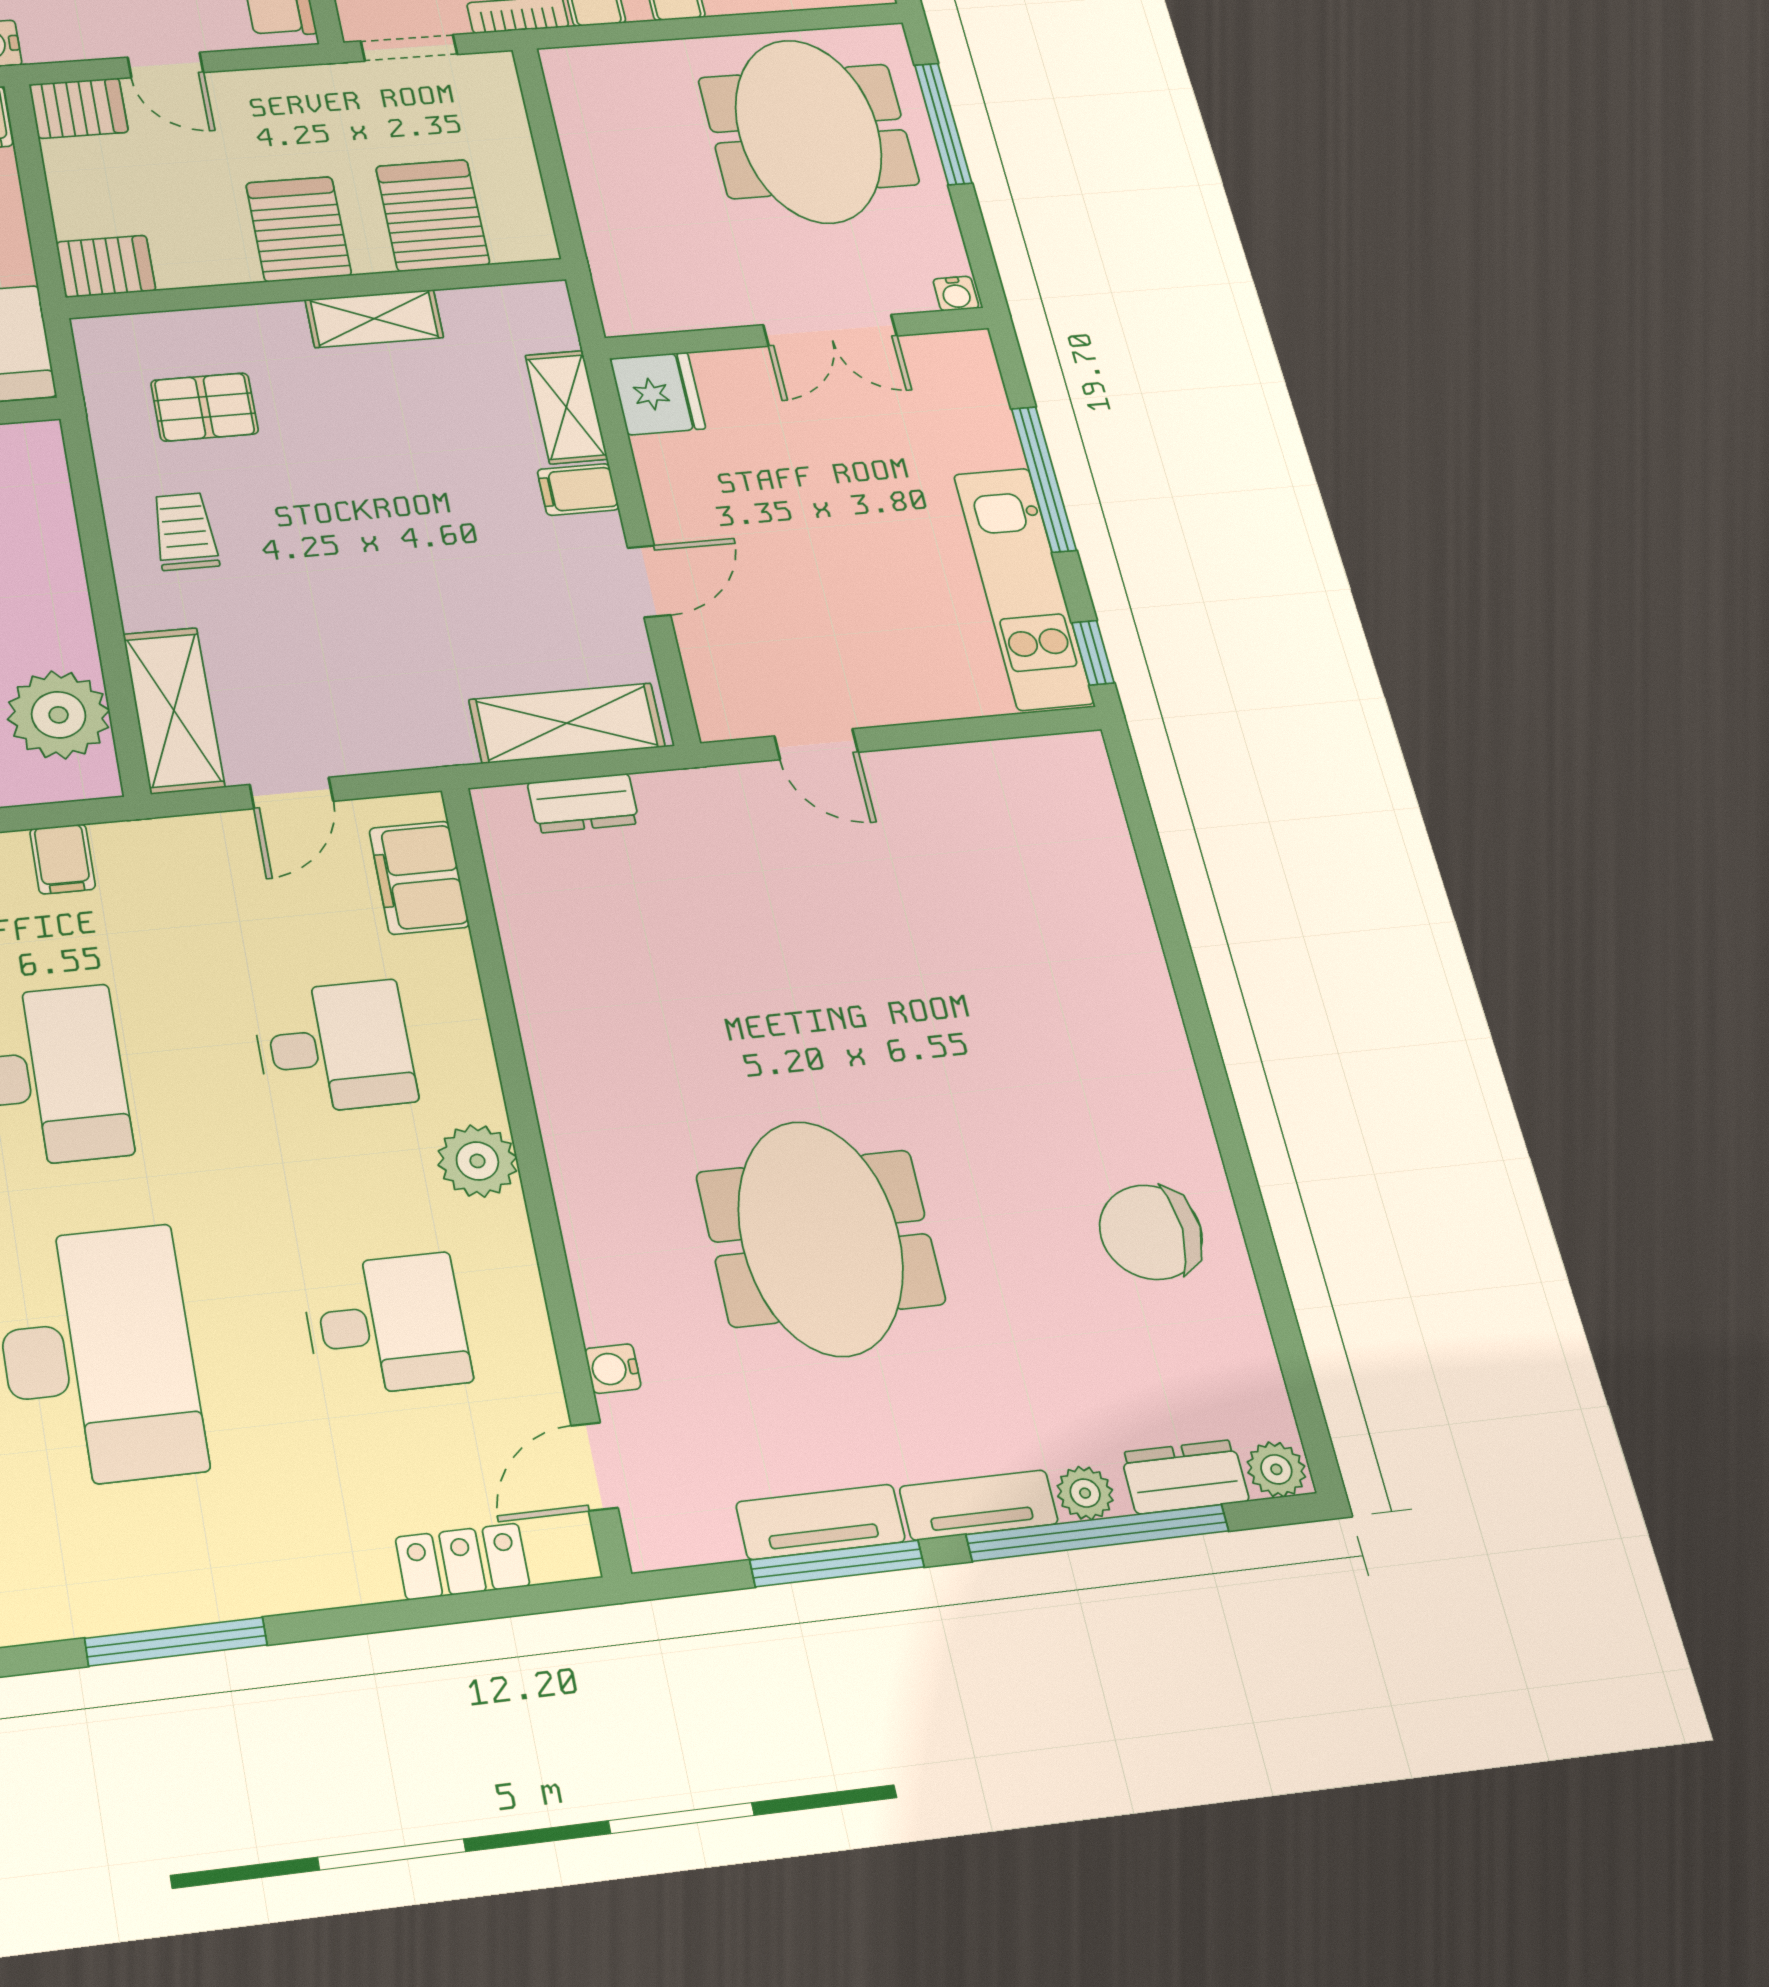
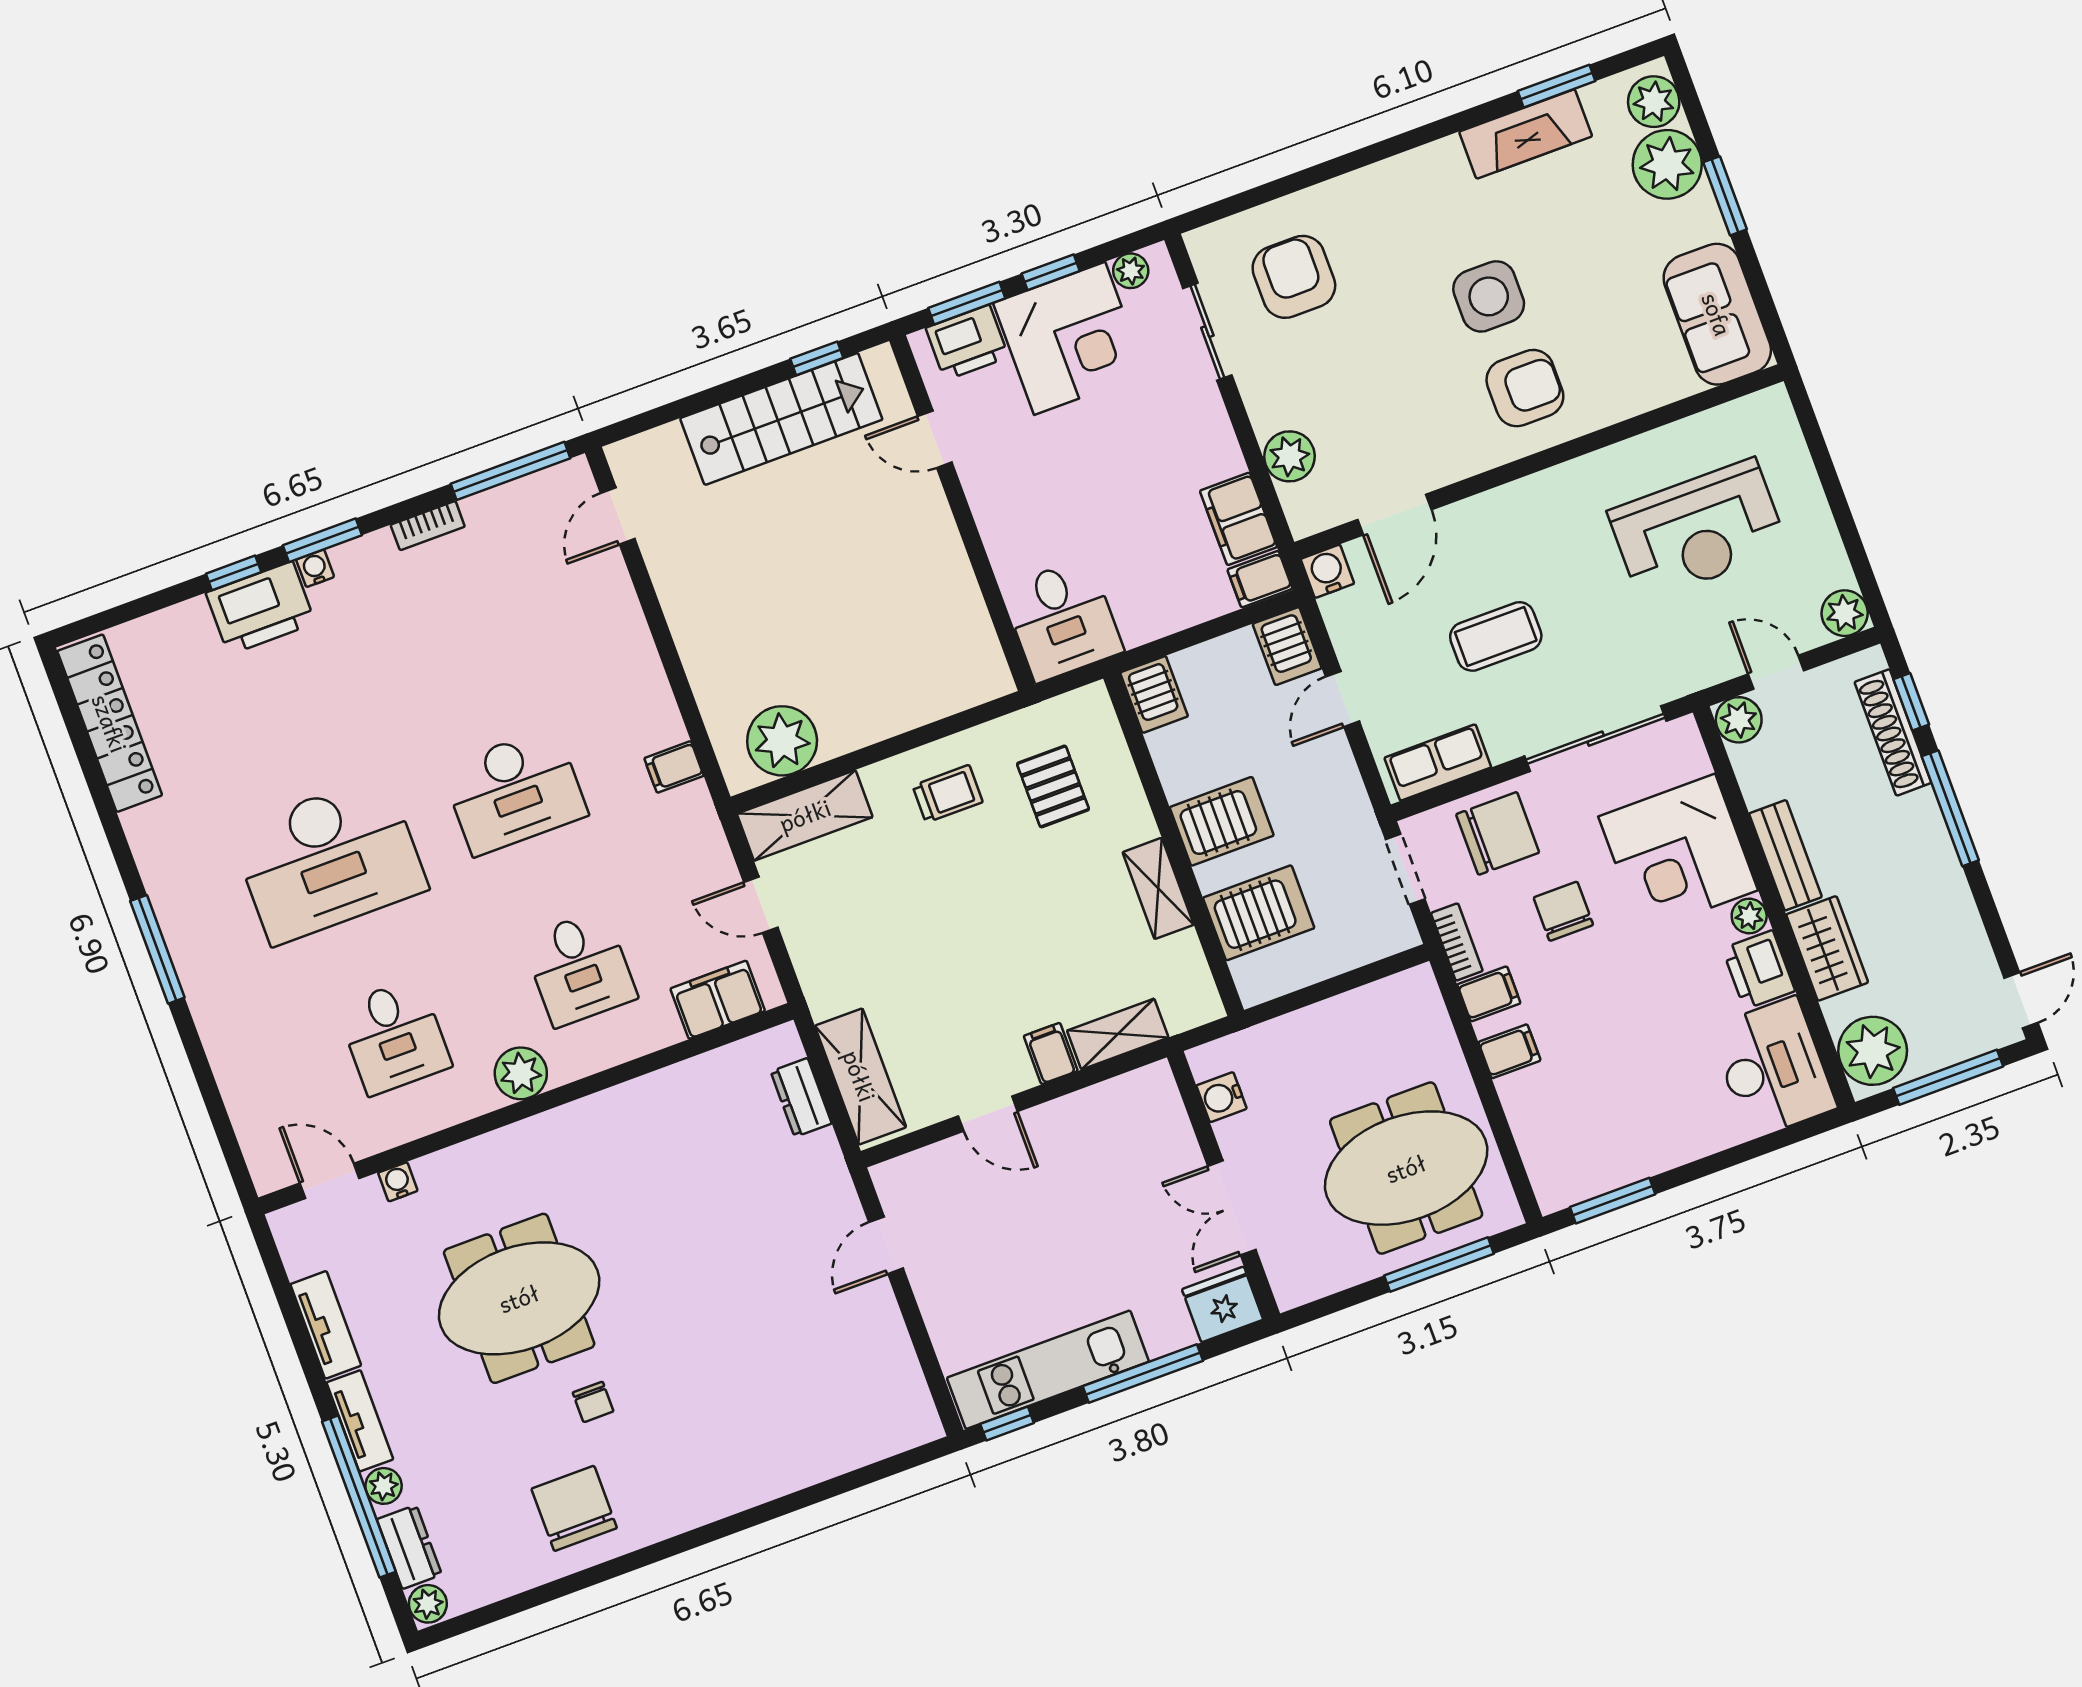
water cooler: (956, 294) -> (1222, 1097), moved, width x1.38, depth x1.38
fridge: (658, 394) -> (1223, 1304), moved, turned 180
chair: (992, 1171) -> (593, 1402), added
locker: (462, 1562) -> (249, 1111), removed
window: (837, 1564) -> (301, 1339), removed

